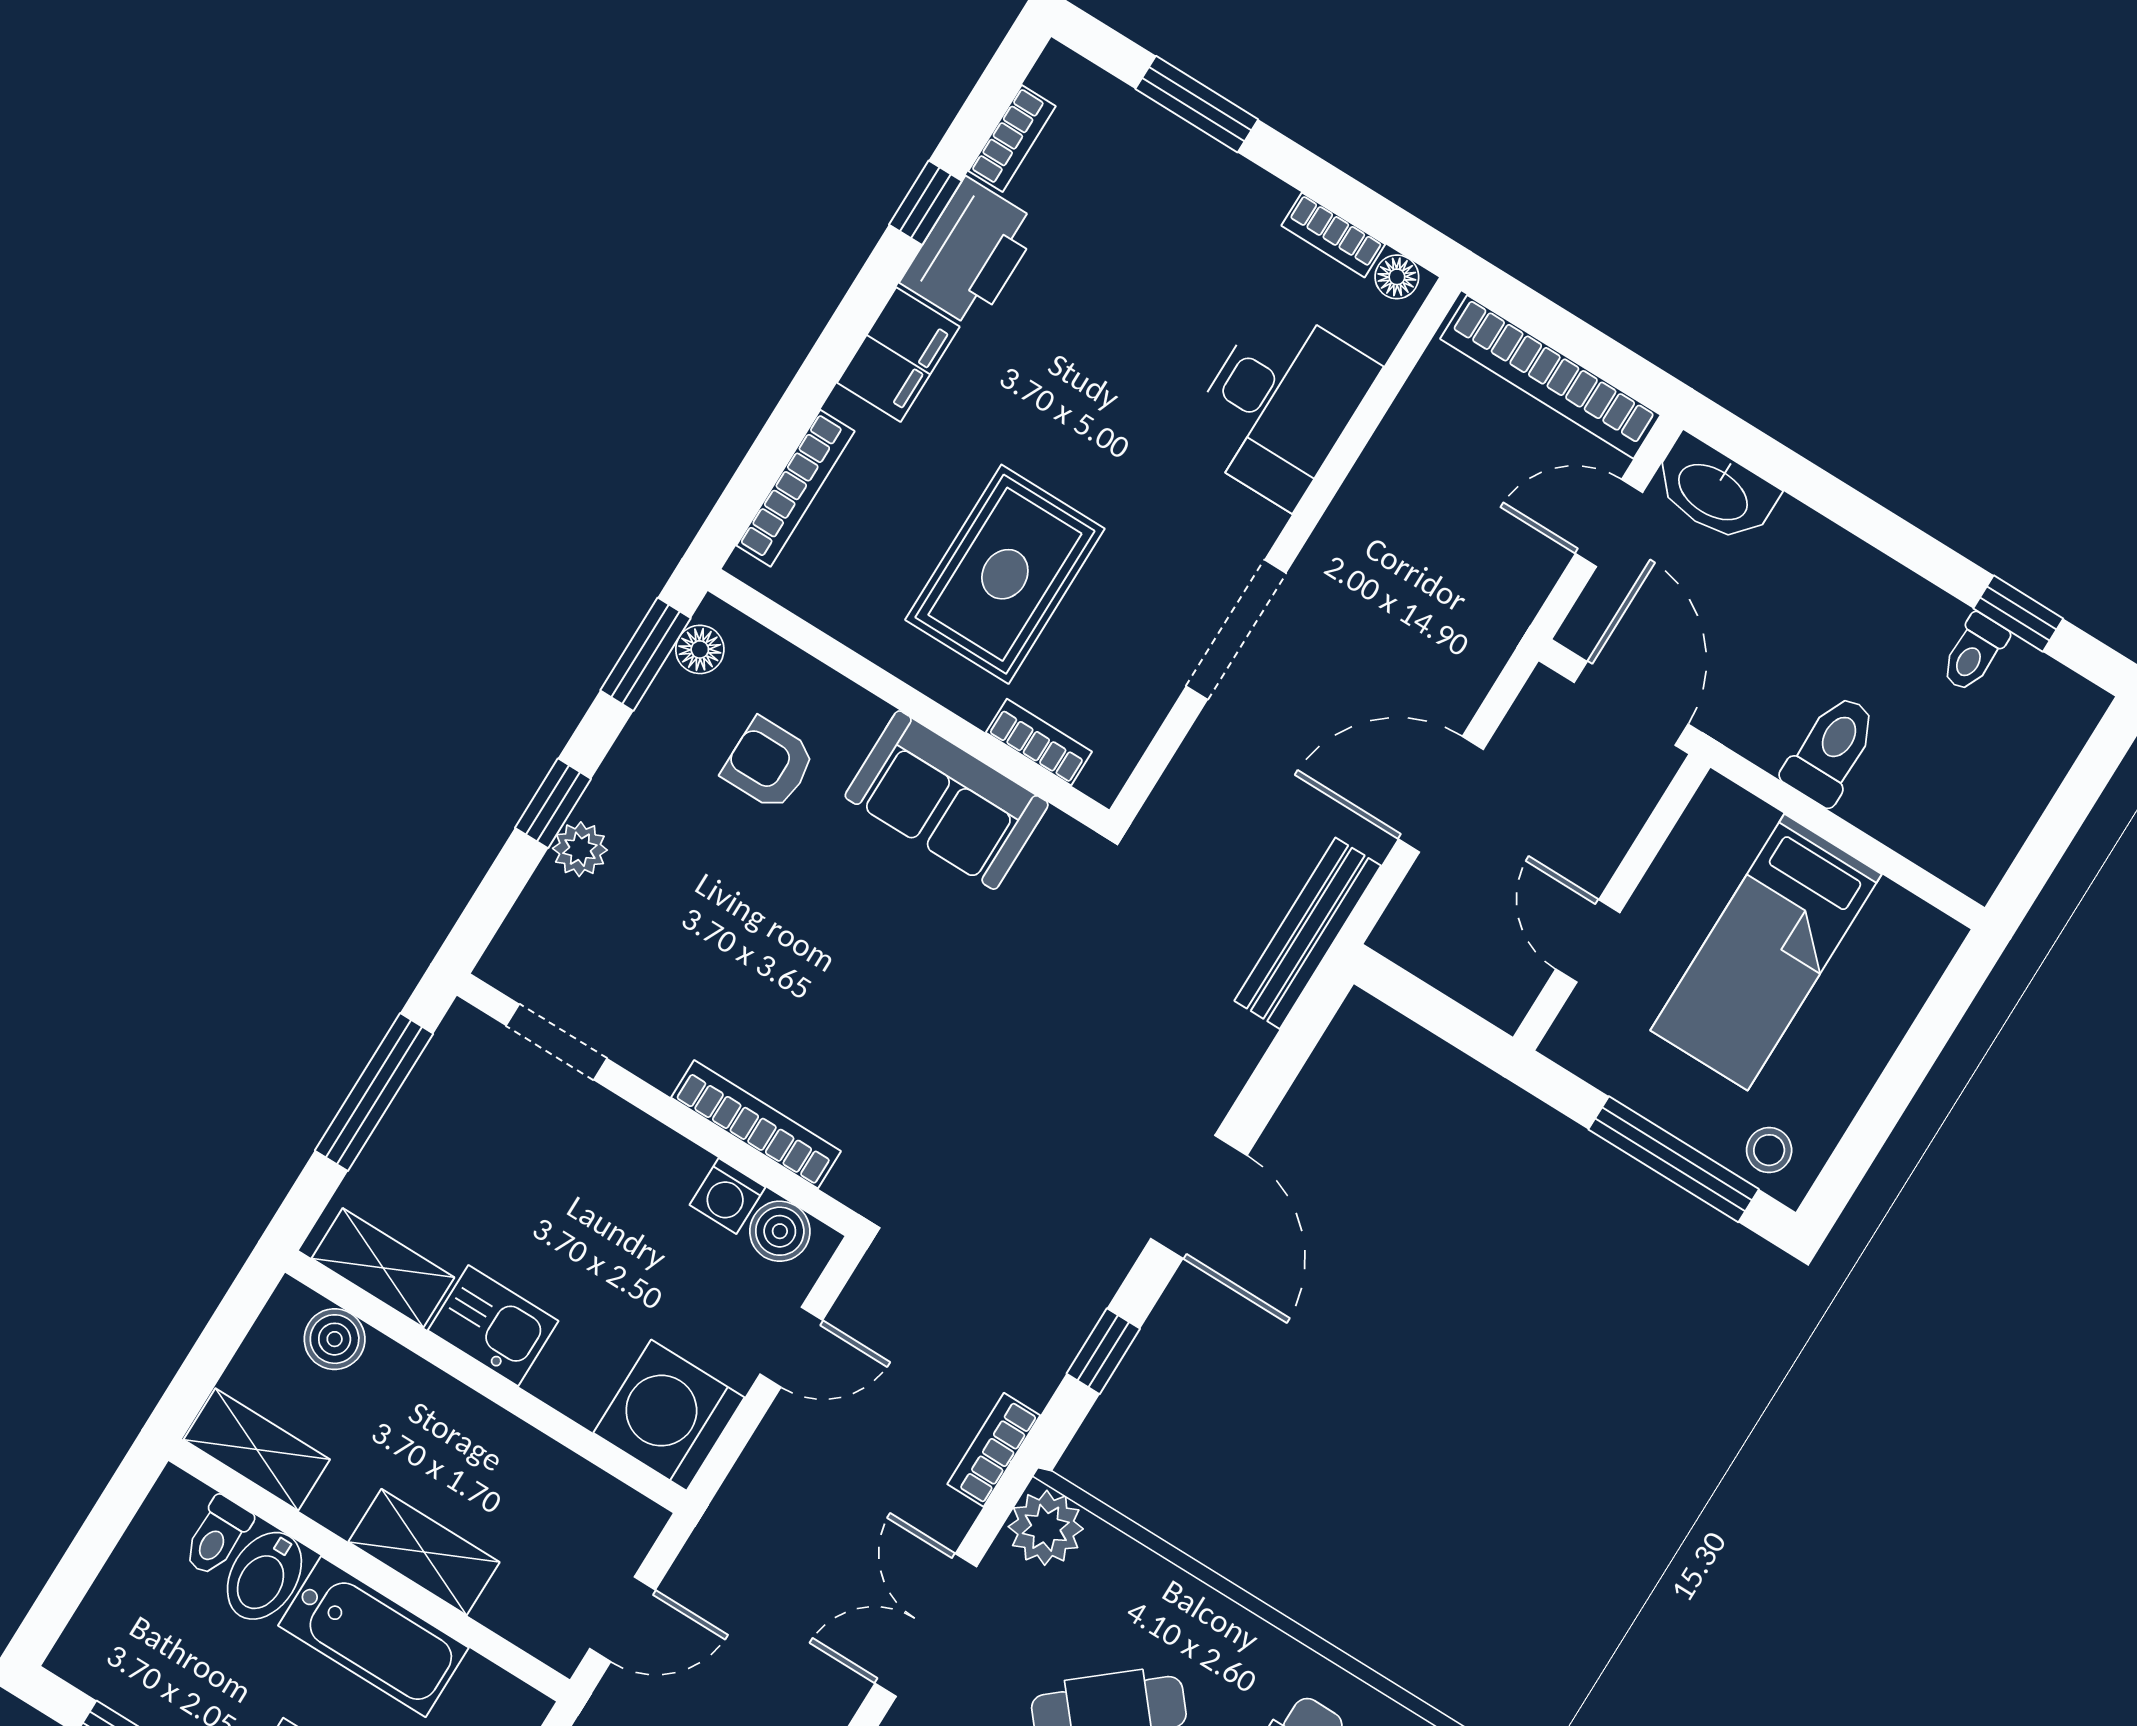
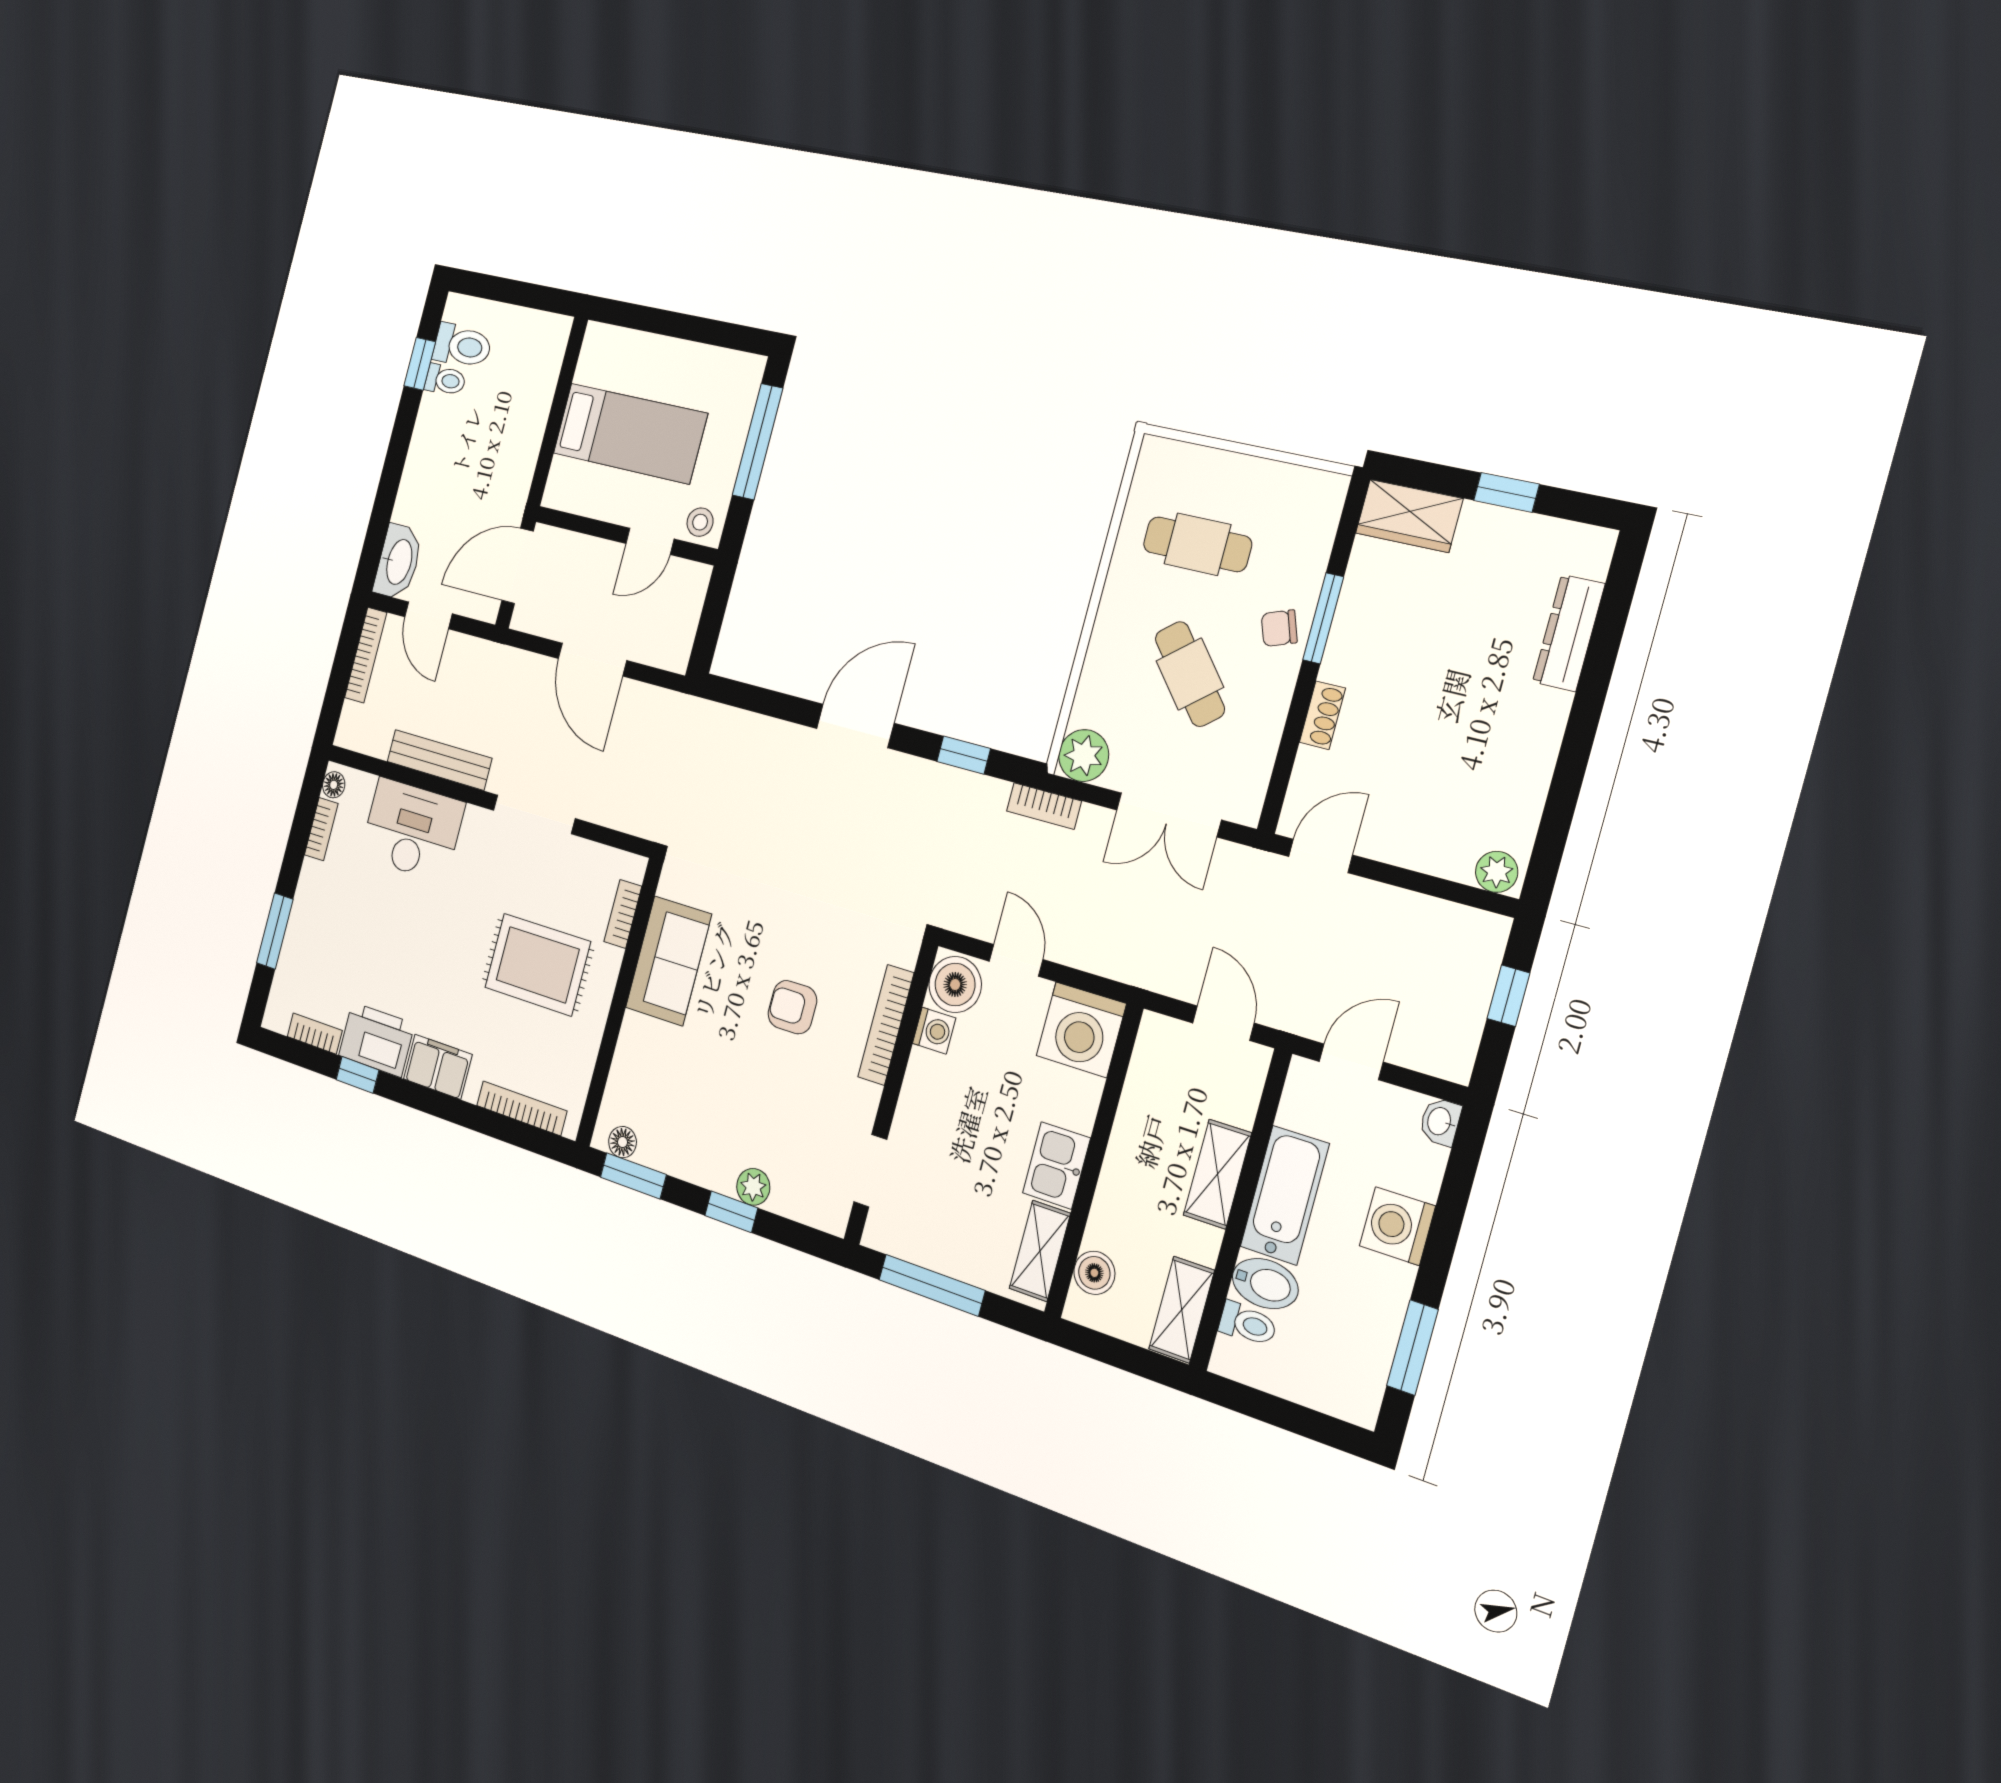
bookcase: (1550, 377) -> (366, 655), width x0.68, depth x0.76
toilet: (1831, 750) -> (462, 346), moved, turned 180
armchair: (769, 764) -> (792, 1007), moved, turned 90
bench: (1308, 933) -> (439, 760), moved
stool: (1769, 1150) -> (700, 522), moved
boiler: (780, 1231) -> (955, 984), width x1.36, depth x1.36

